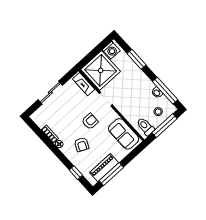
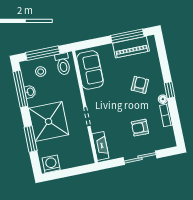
shower: (101, 70) -> (49, 121), moved
armchair: (90, 121) -> (140, 128), moved
window: (76, 173) -> (169, 90), moved

